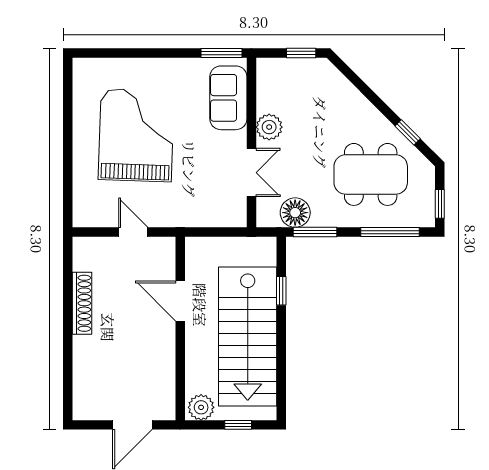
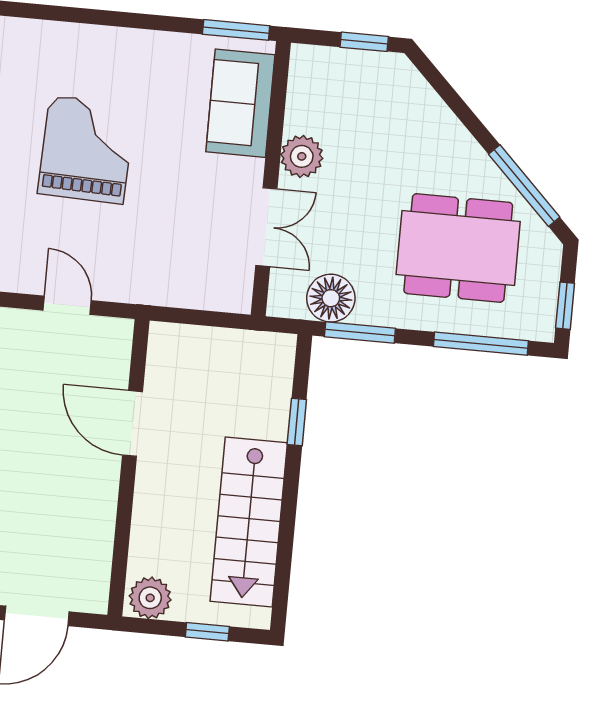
window: (408, 132) -> (524, 186), width x2.17
grand piano: (136, 135) -> (86, 150), width x0.73, depth x0.68
stairs: (248, 336) -> (249, 522), width x0.73, depth x0.66

